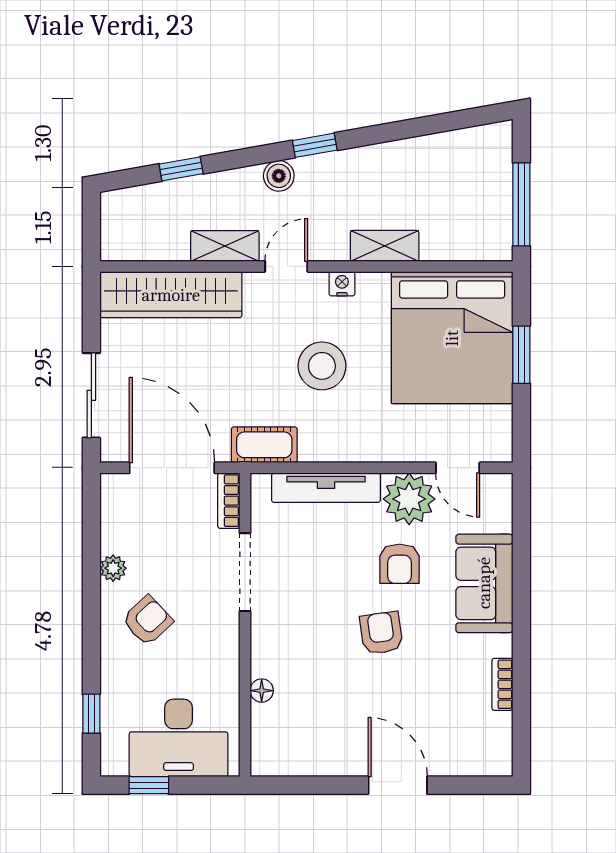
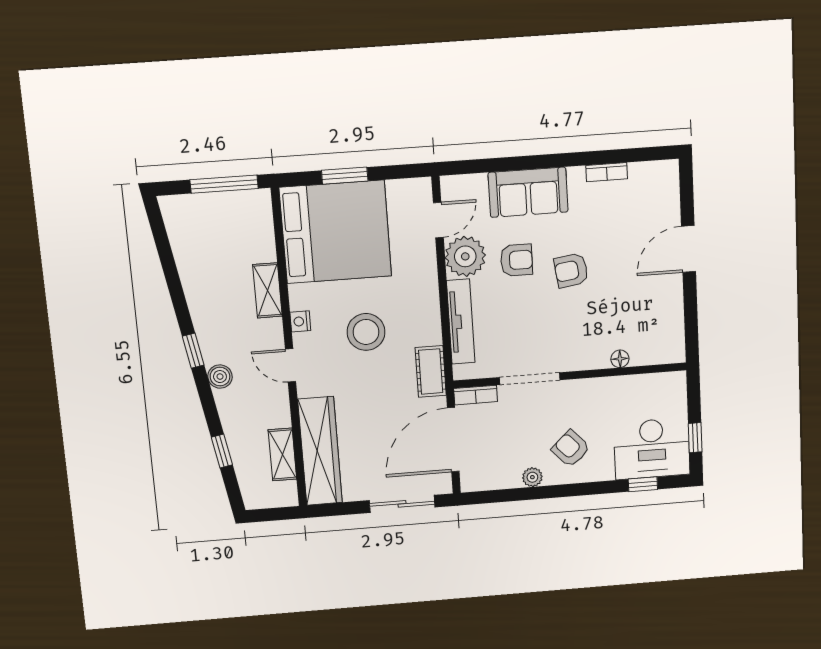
shelving: (225, 246) -> (282, 454), moved
desk: (179, 738) -> (652, 449), moved, turned 90

